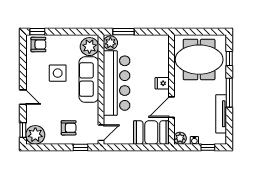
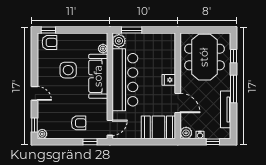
plant: (89, 47) -> (103, 49), width x0.53, depth x0.53
meeting table: (199, 60) -> (204, 57), turned 90
door: (171, 107) -> (178, 103), swing flipped
plant: (35, 135) -> (42, 134), width x0.53, depth x0.53

